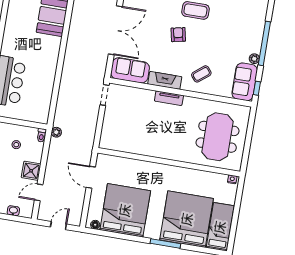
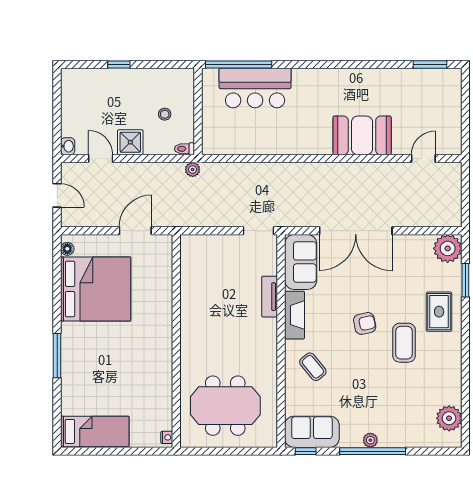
plant: (254, 59) -> (370, 440), moved
tv unit: (169, 98) -> (270, 297), moved
washbasin: (13, 211) -> (68, 146), moved
bed: (187, 219) -> (98, 381), removed

